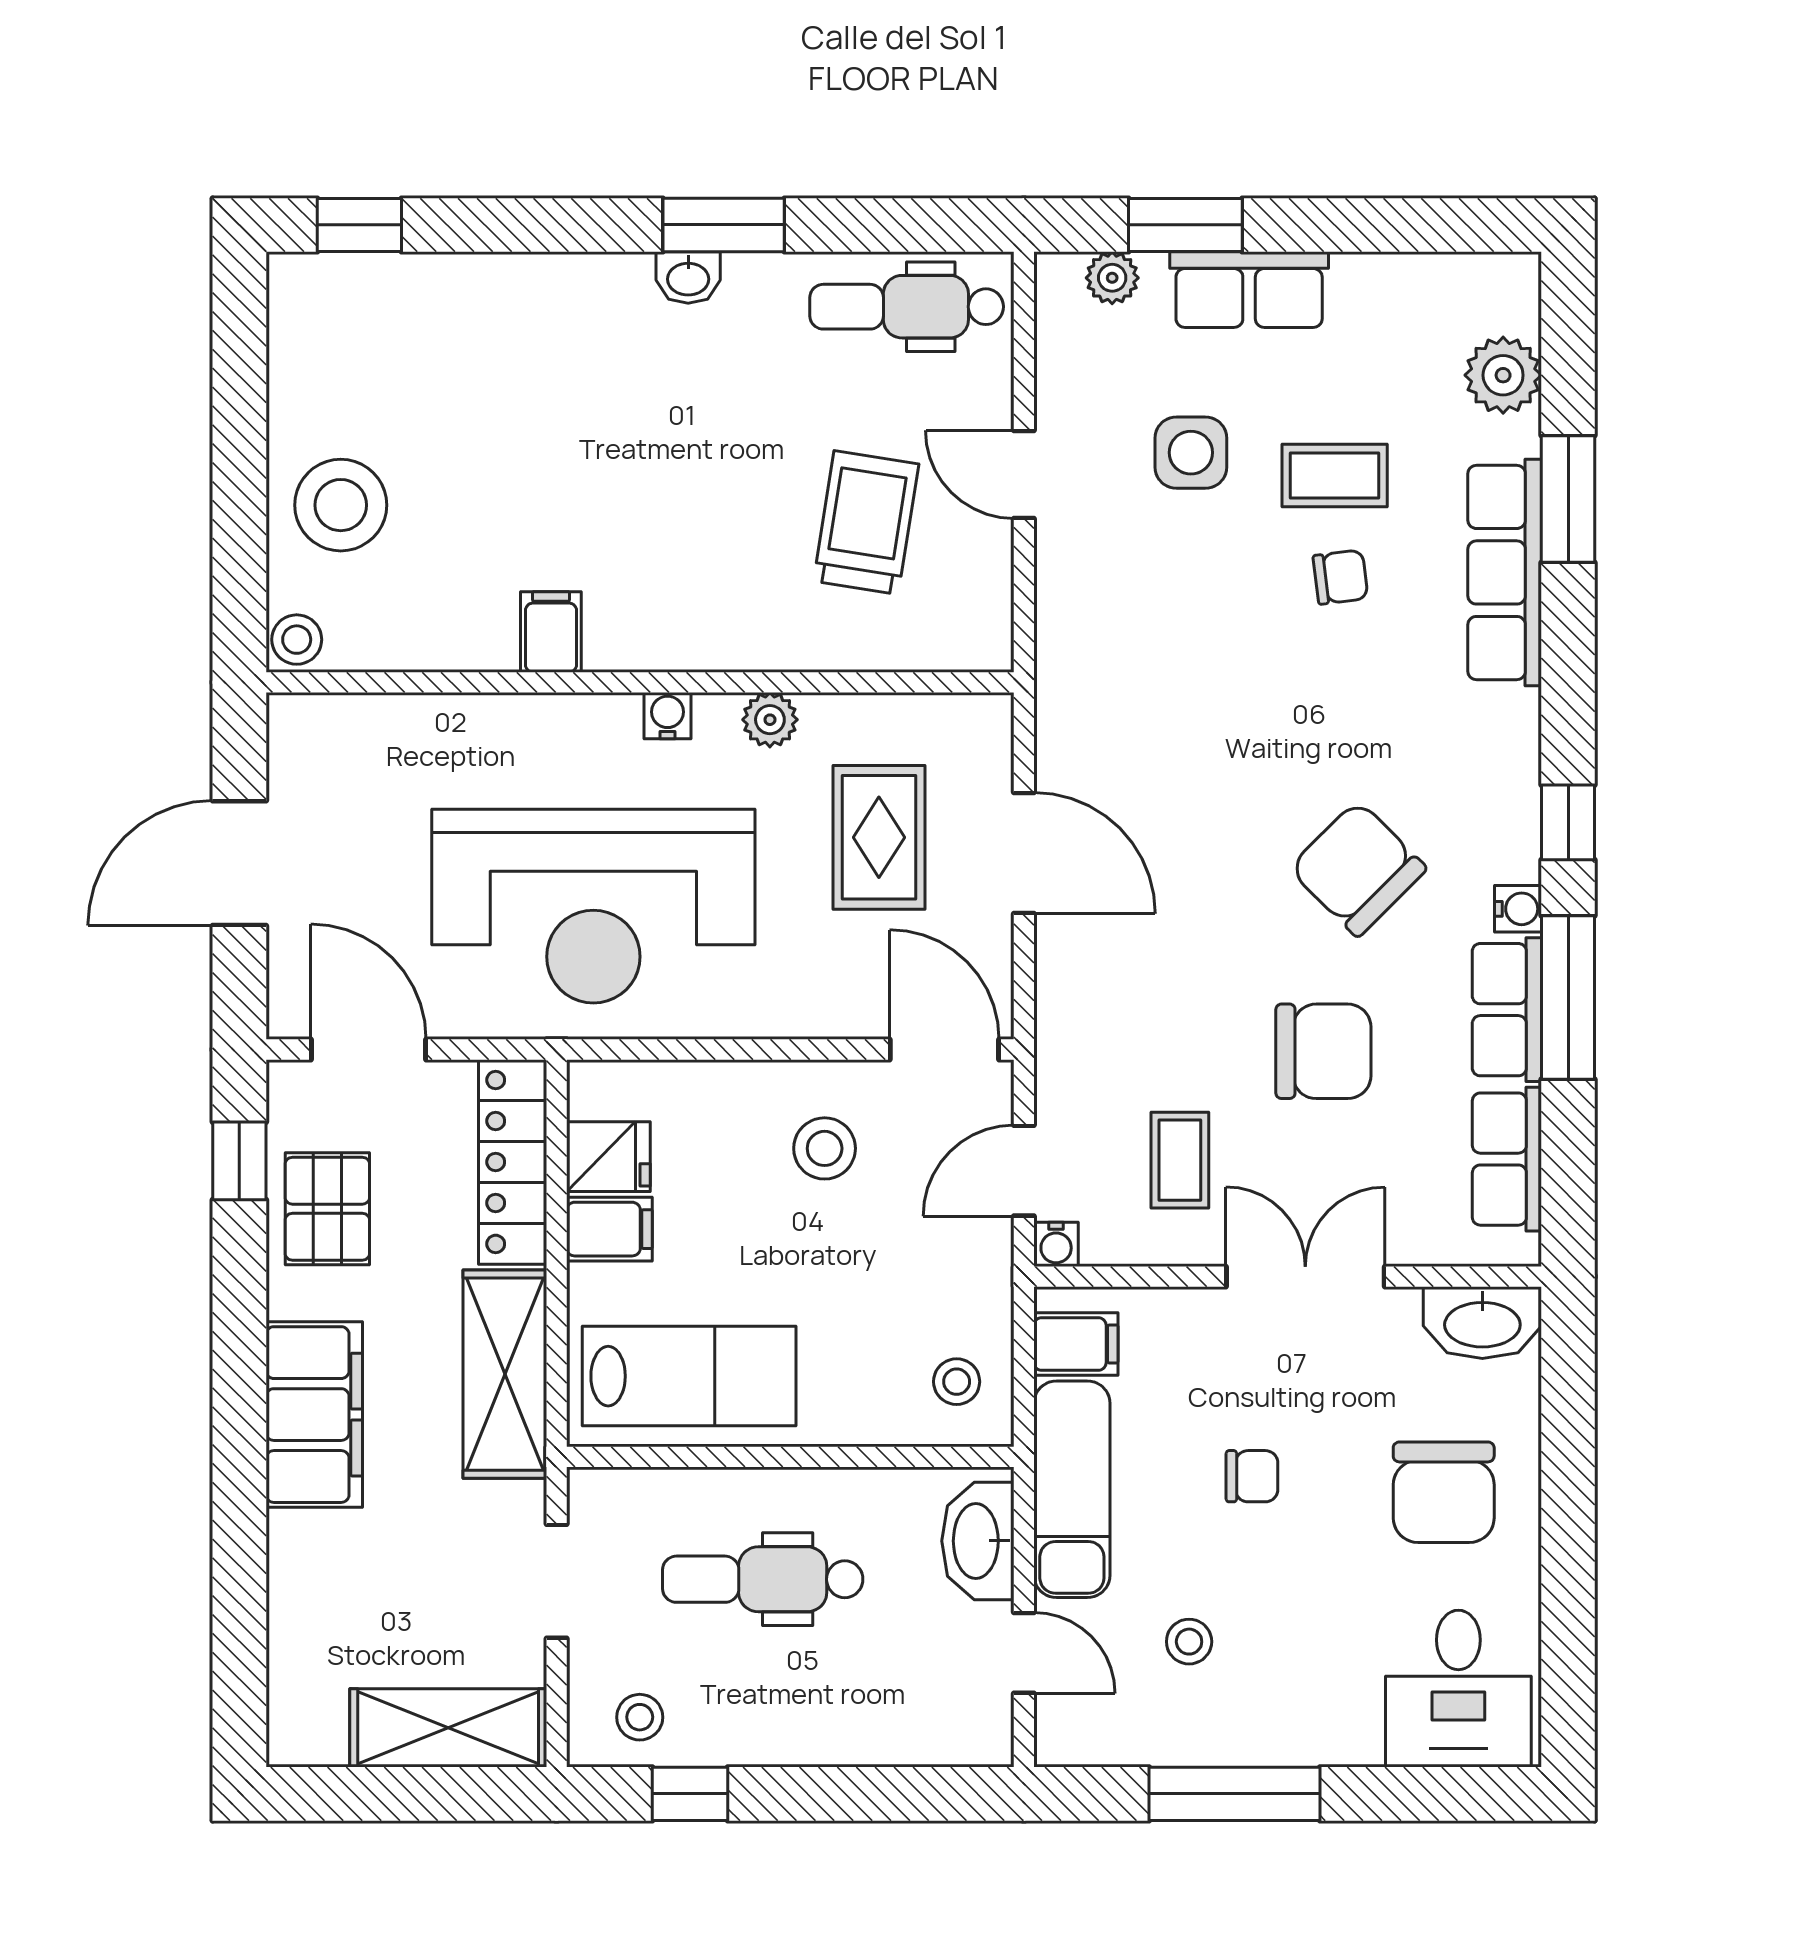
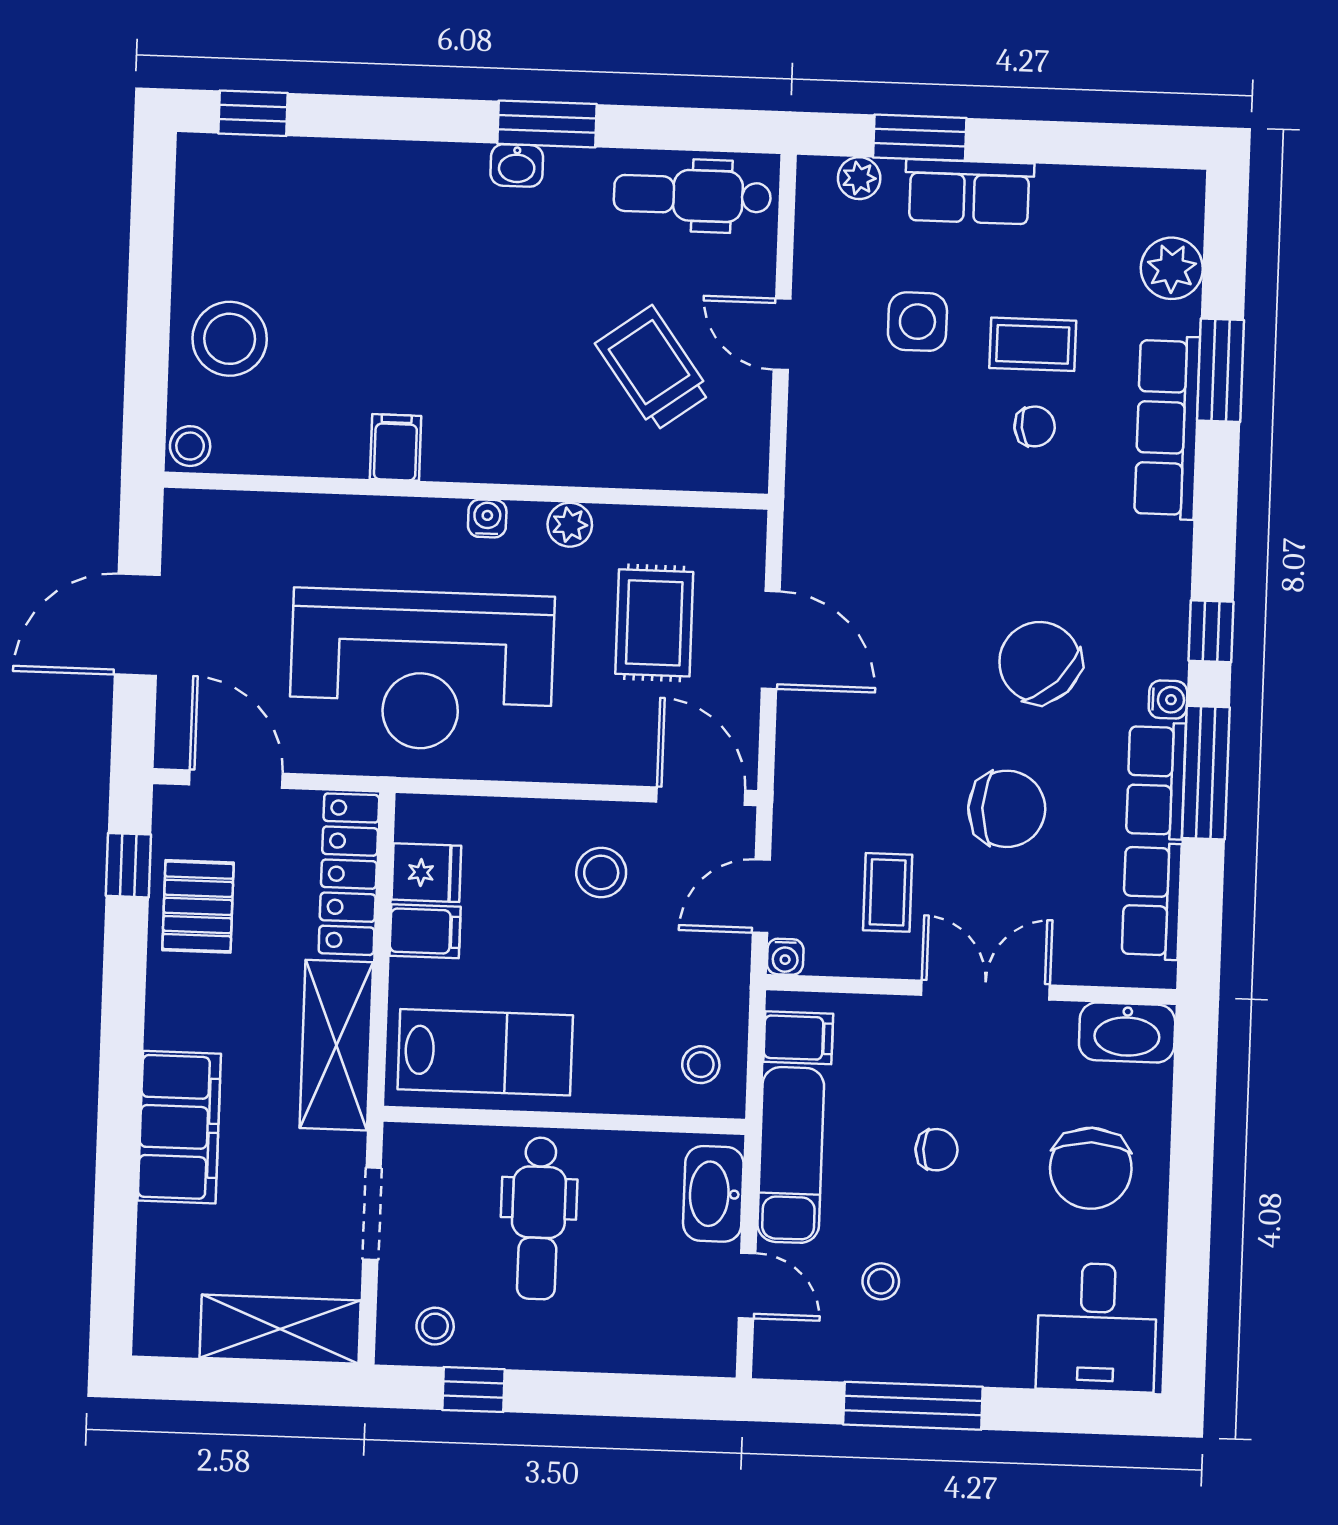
trolley: (866, 523) -> (653, 368), turned -45
filing cabinet: (314, 1415) -> (179, 1127), moved
dental chair: (763, 1579) -> (538, 1218), turned -90

